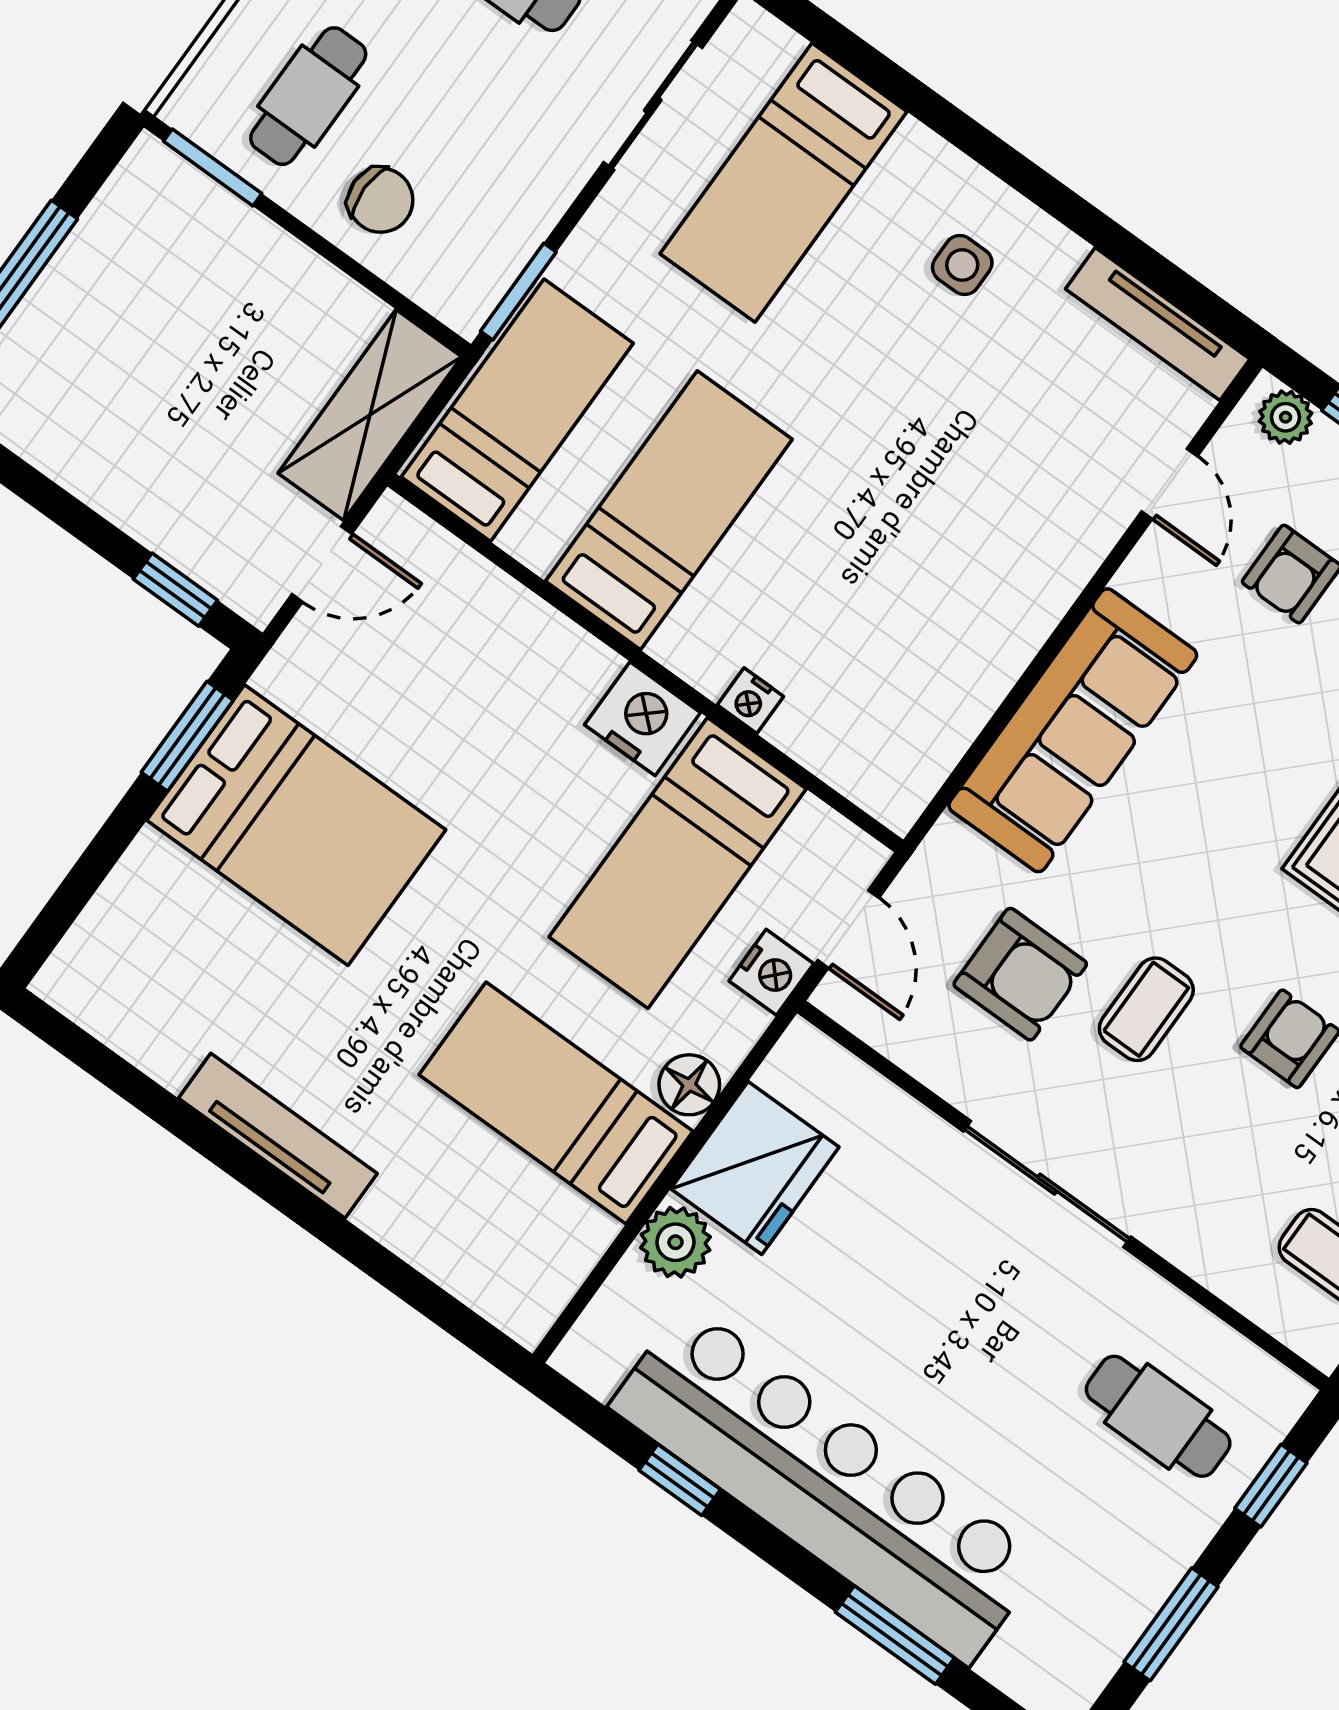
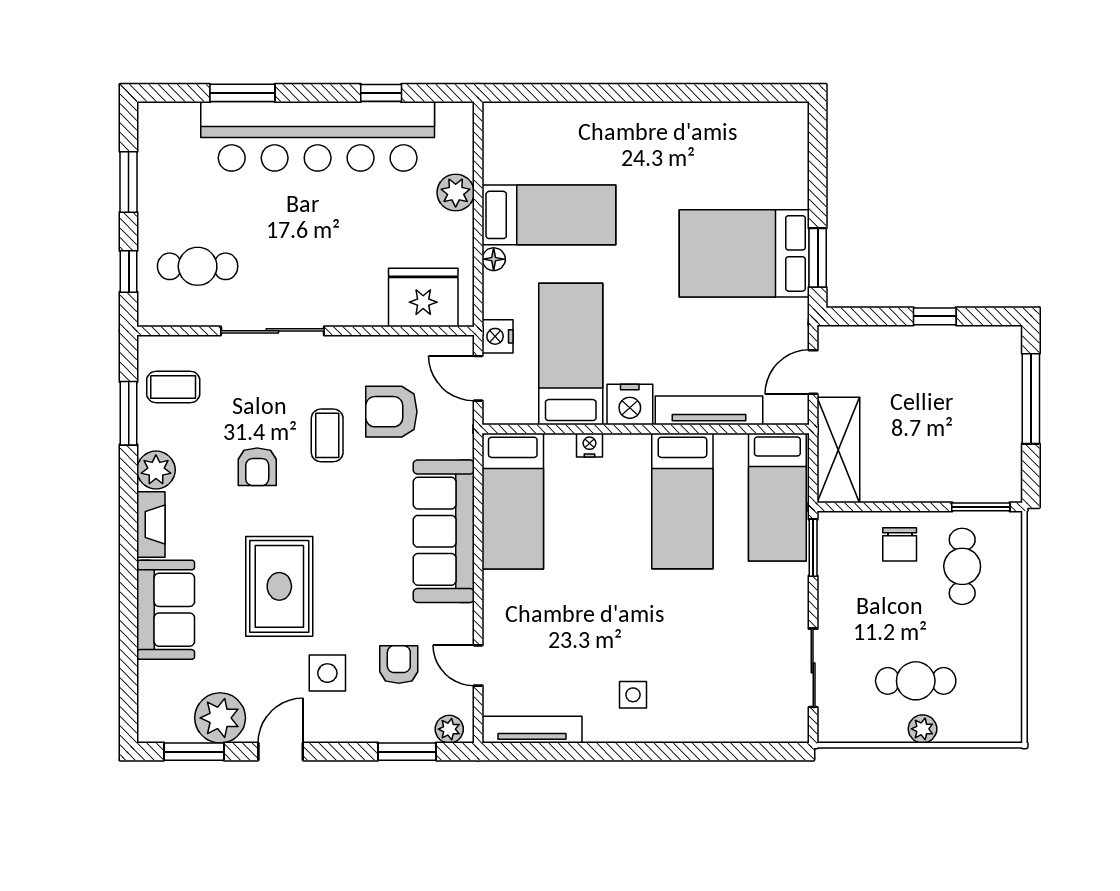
bed: (783, 183) -> (513, 501), moved, turned 180
chair: (381, 200) -> (900, 544), turned -90
window: (175, 590) -> (935, 316), moved
floor lamp: (689, 1085) -> (494, 259), width x0.73, depth x0.73
tv unit: (278, 1136) -> (709, 410), moved, turned 180
fridge: (755, 1168) -> (423, 297), moved, turned 90
sliding door: (1047, 1184) -> (272, 331), moved

